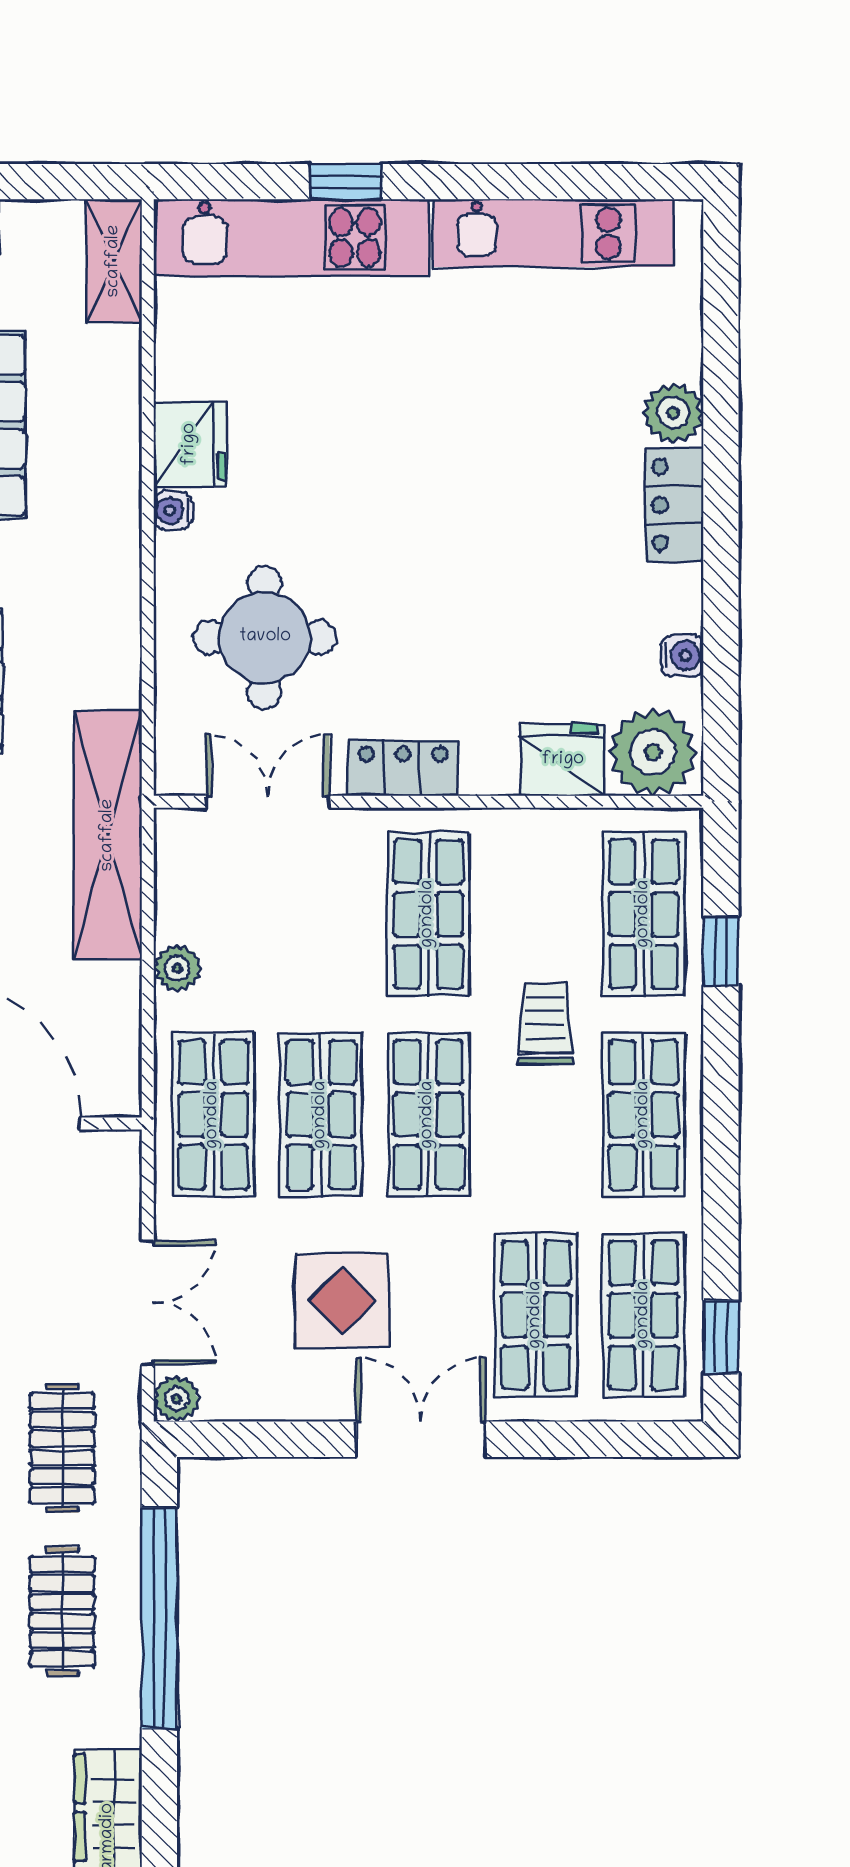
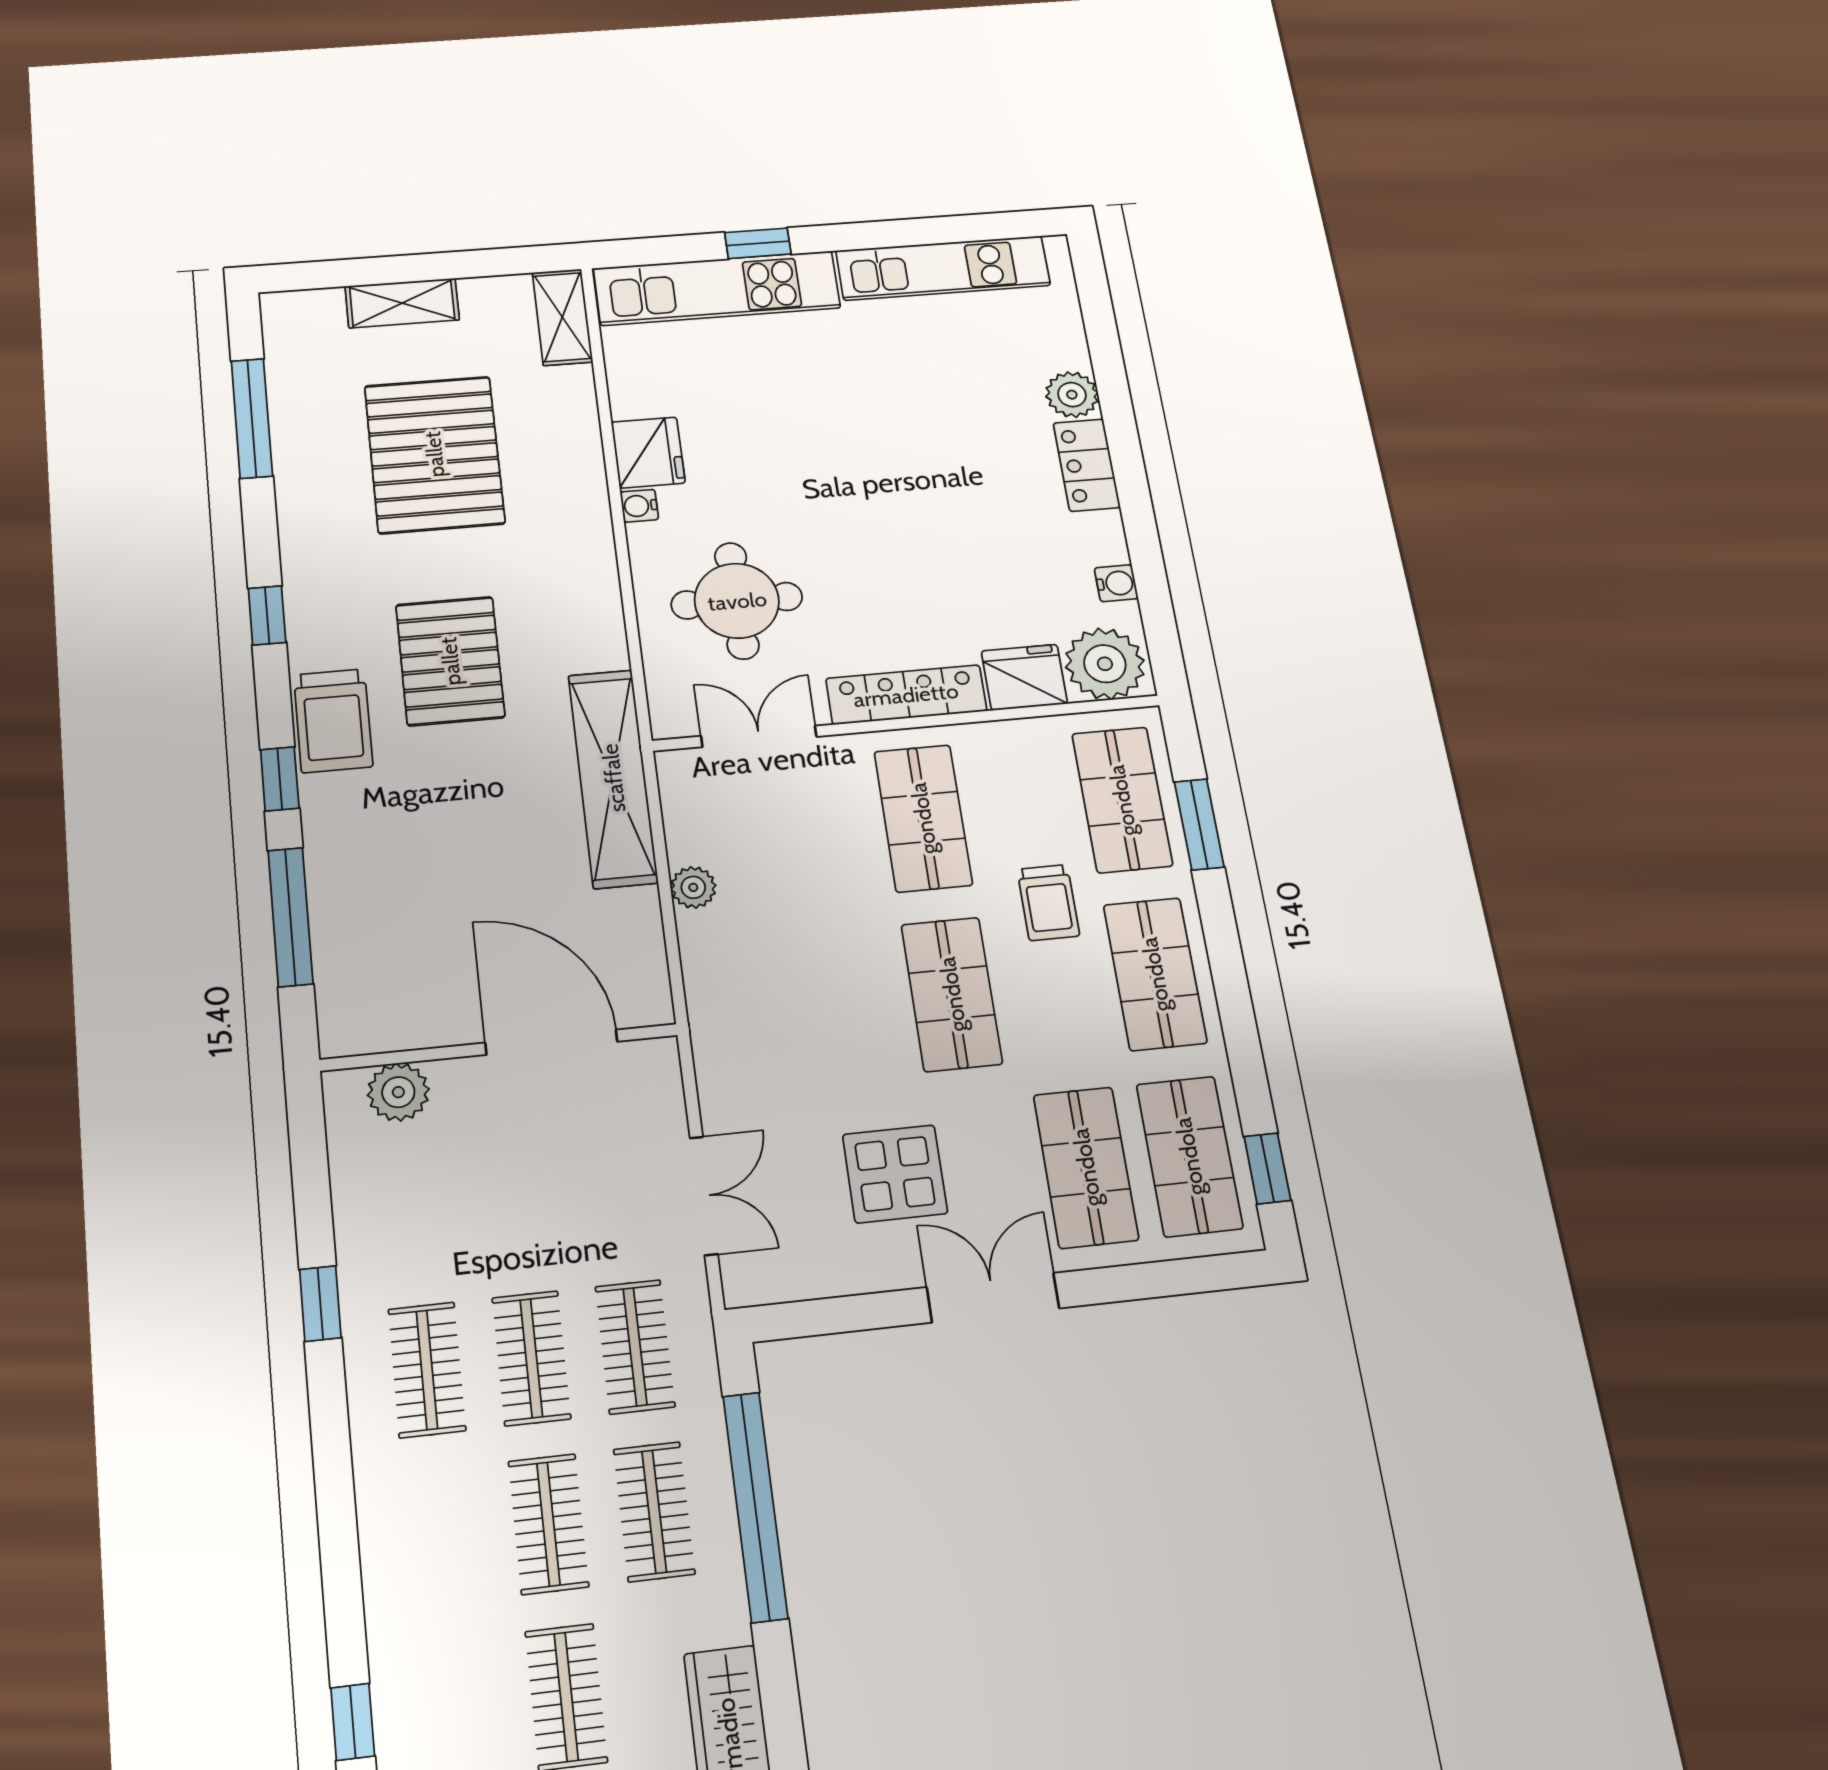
locker: (403, 768) -> (906, 695), width x1.53
window: (721, 951) -> (1199, 824), width x1.50
trolley: (545, 1024) -> (1048, 902), turned 180
shop shelf: (213, 1115) -> (745, 1015), removed
shop shelf: (321, 1115) -> (849, 1004), removed
plant: (177, 1399) -> (744, 1285), removed

